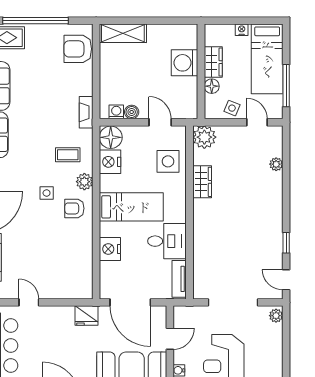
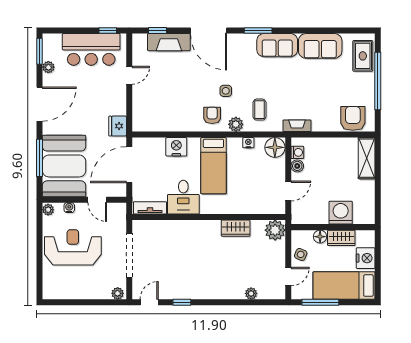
nightstand: (242, 30) -> (366, 258), width x1.89, depth x1.79
side table: (168, 161) -> (254, 198), removed
nightstand: (110, 162) -> (248, 143), width x0.53, depth x0.56

